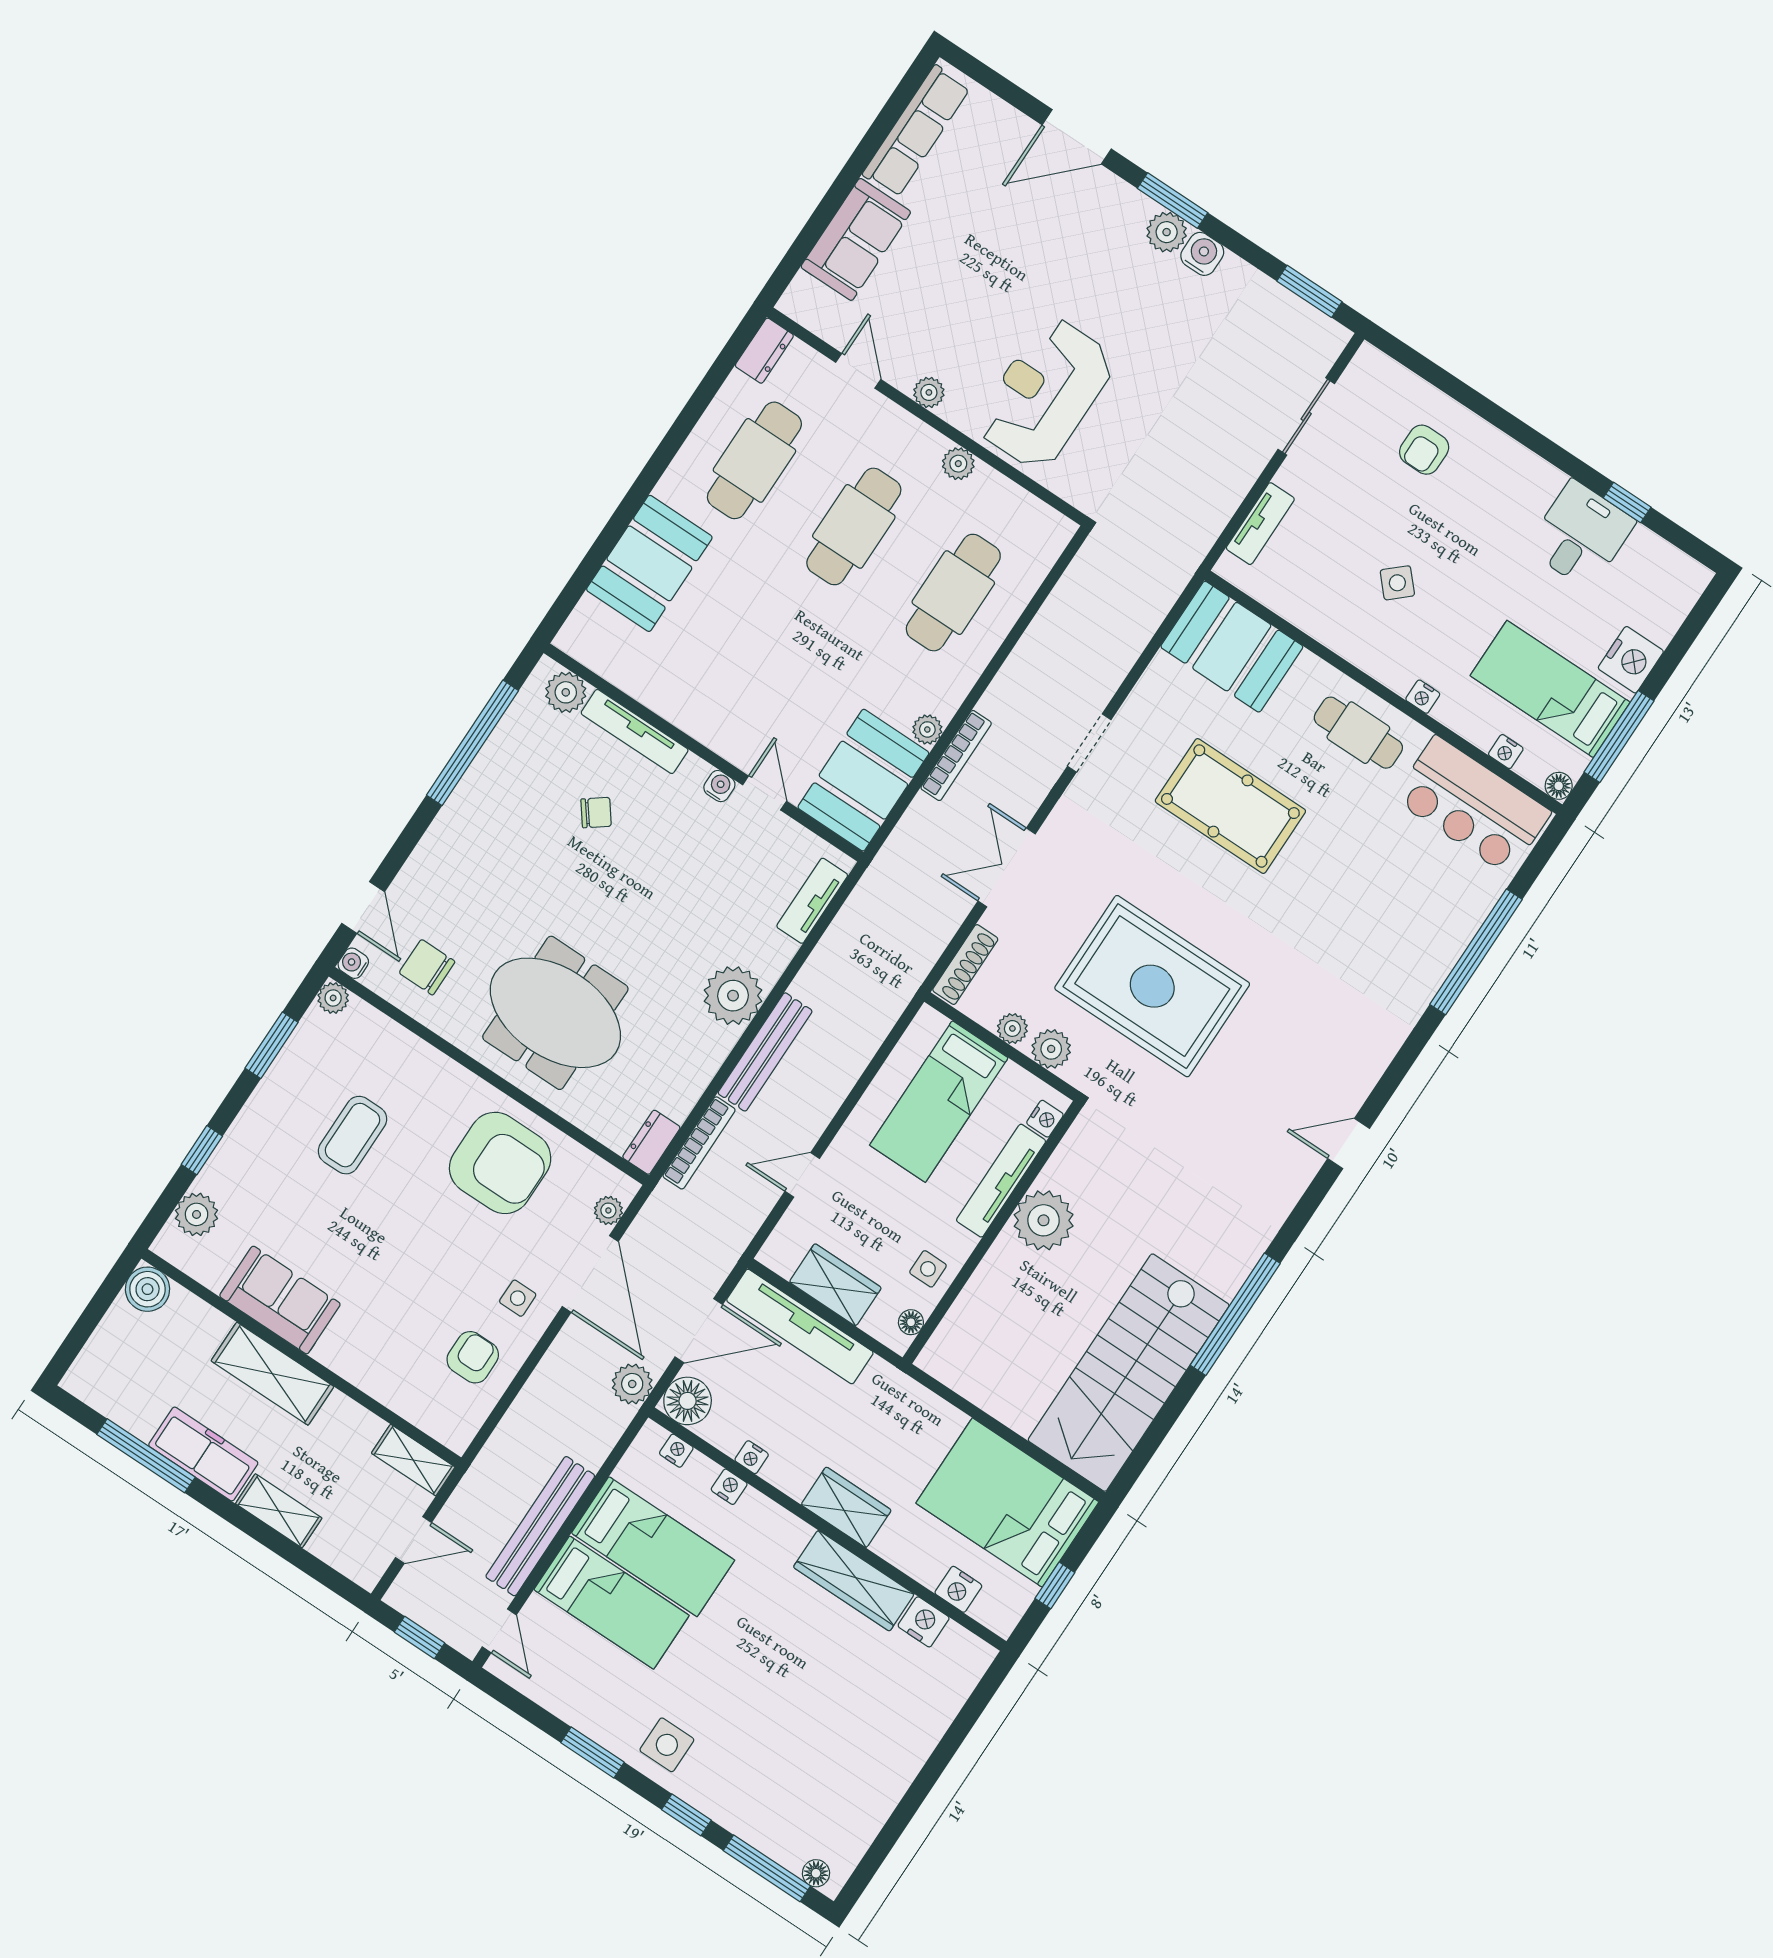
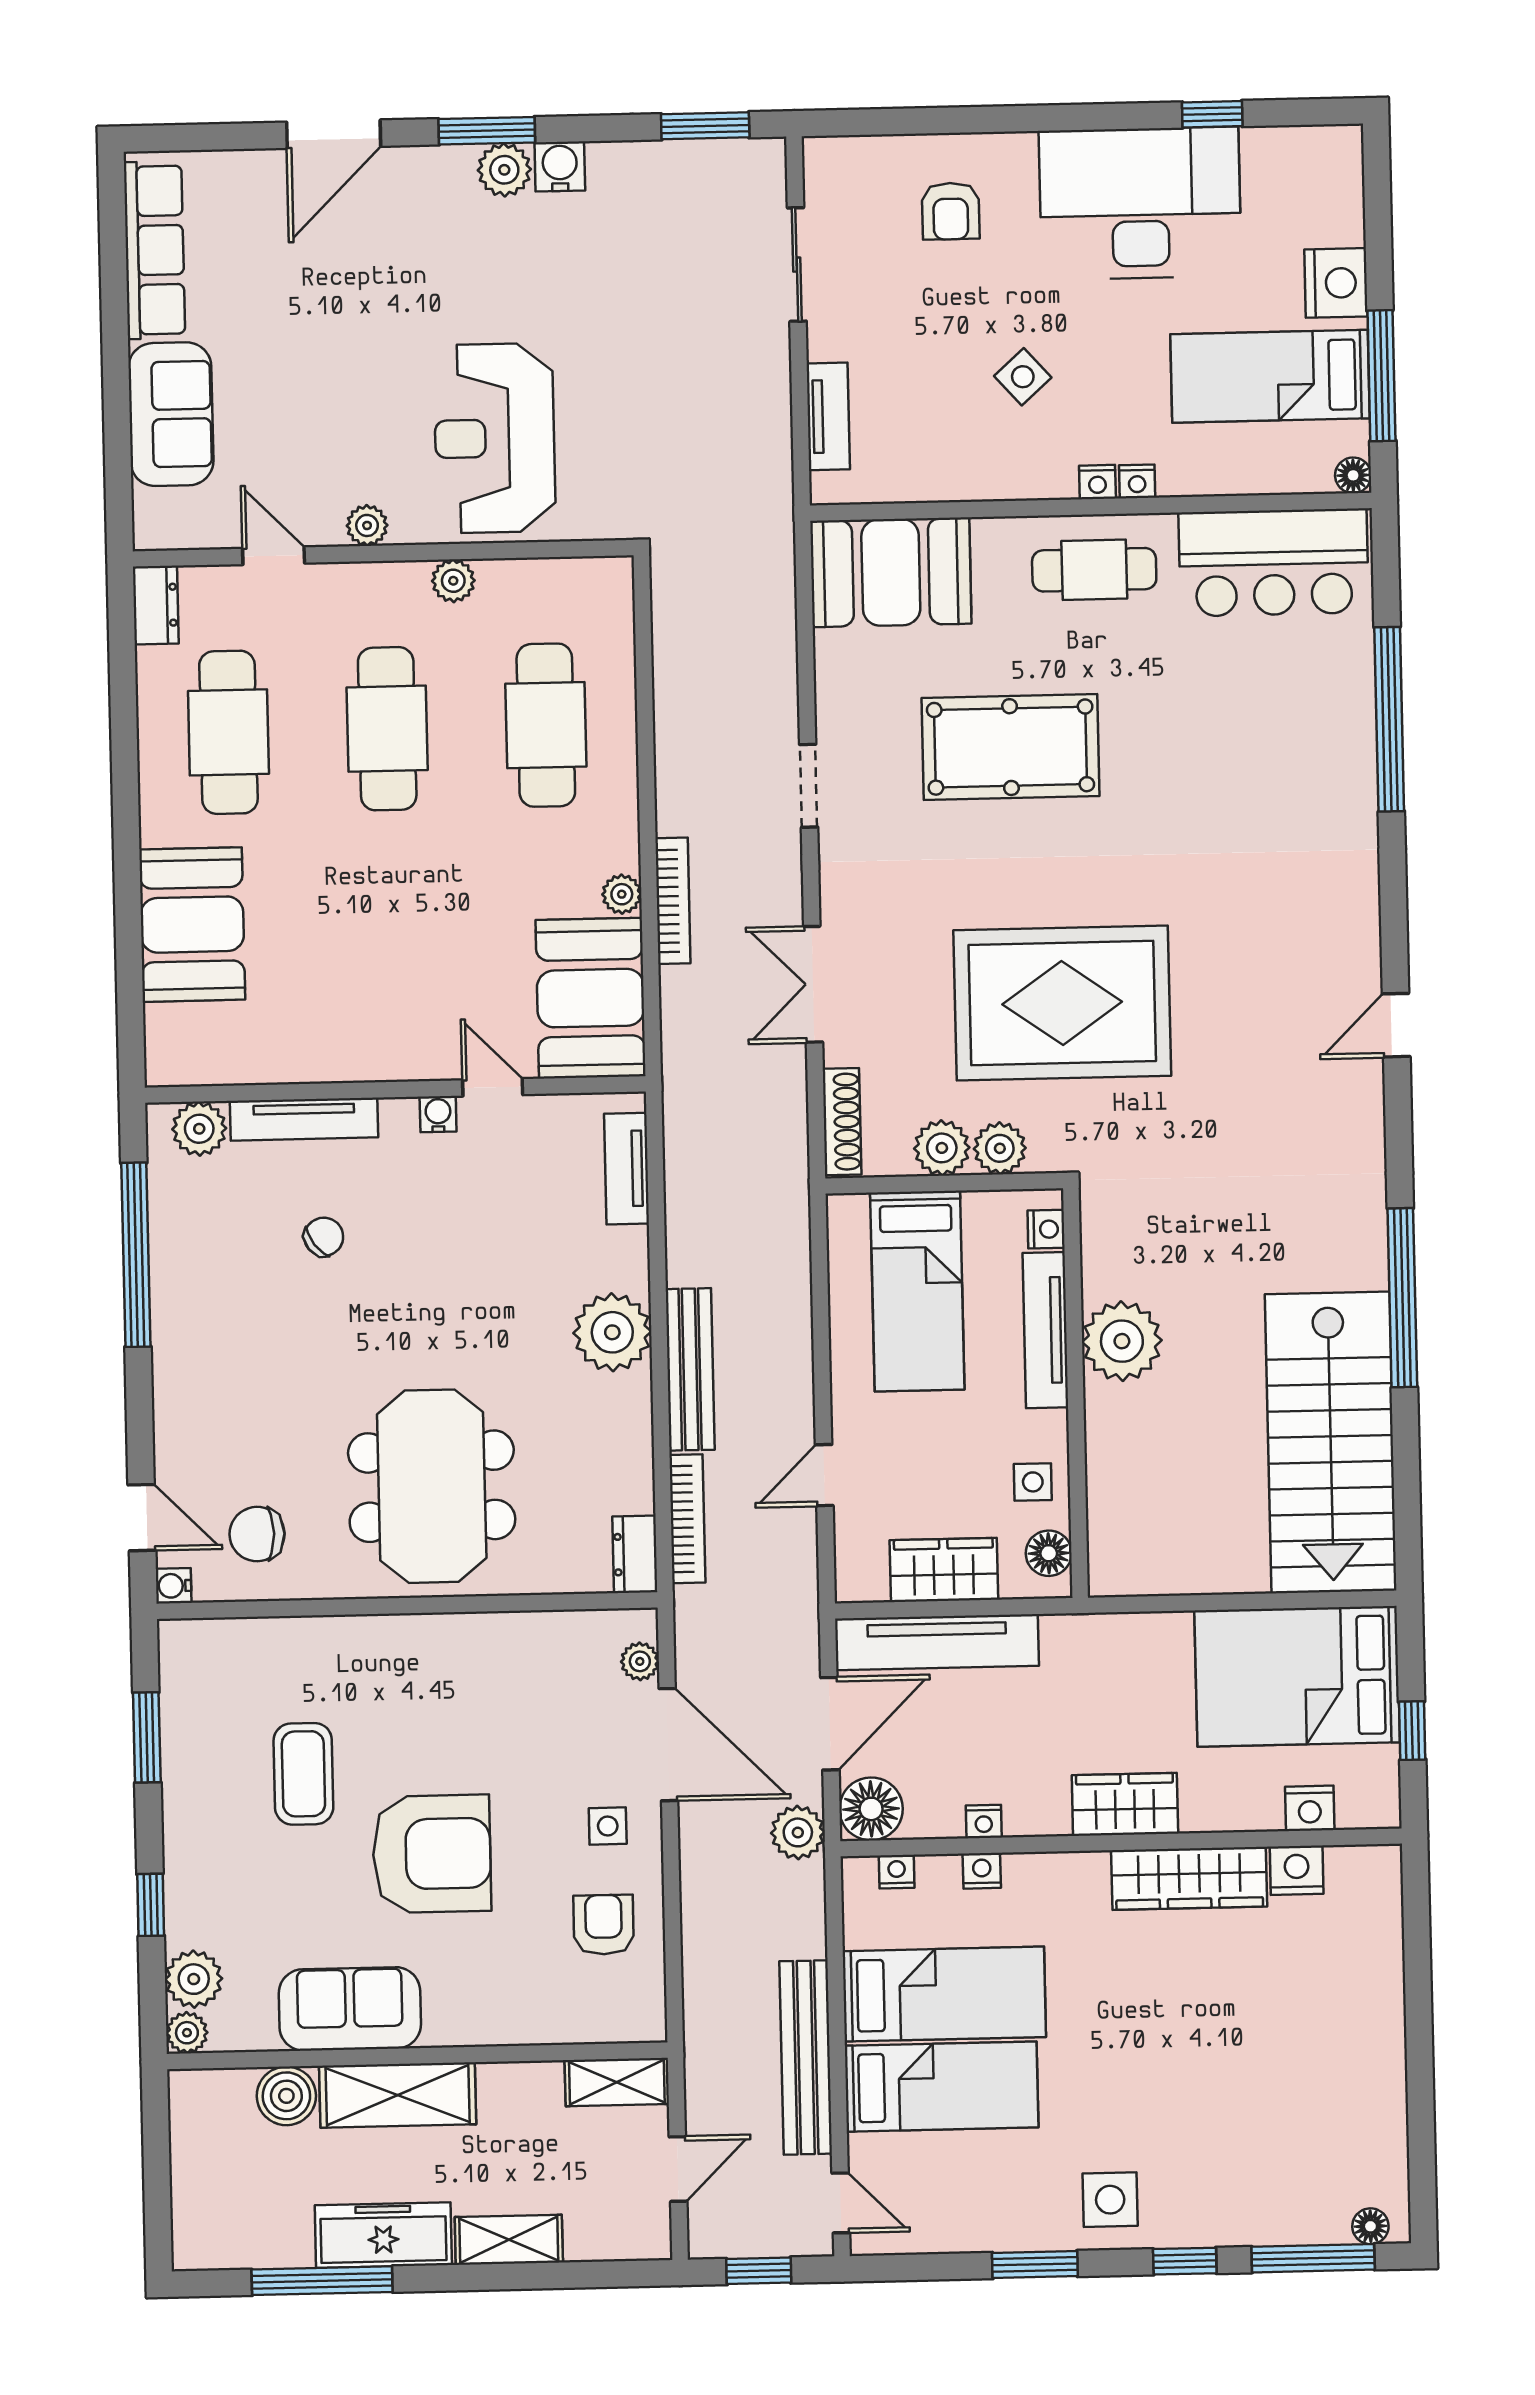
desk: (1581, 535) -> (1140, 203), width x1.87, depth x1.30
nightstand: (1506, 752) -> (1097, 482), moved
plant: (333, 998) -> (187, 2033), moved
meeting table: (555, 1013) -> (432, 1486), turned 90
plant: (1012, 1028) -> (942, 1148), width x1.38, depth x1.38
armchair: (500, 1163) -> (432, 1854), moved
boiler: (148, 1289) -> (286, 2096), moved
floor lamp: (911, 1322) -> (1049, 1553), width x1.37, depth x1.37

